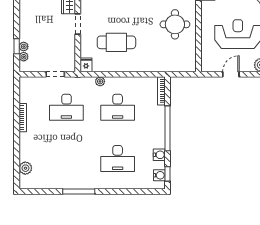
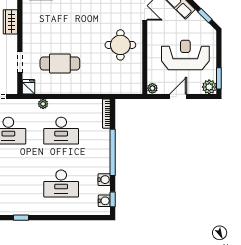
doorway: (78, 24) -> (20, 62), moved
plant: (206, 66) -> (152, 88), added
window: (79, 192) -> (21, 218), width x0.46

